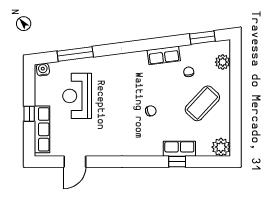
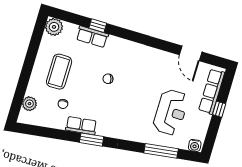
window: (202, 38) -> (92, 140), moved
coffee table: (202, 103) -> (59, 72), turned -43
door: (75, 162) -> (191, 53), swing flipped

